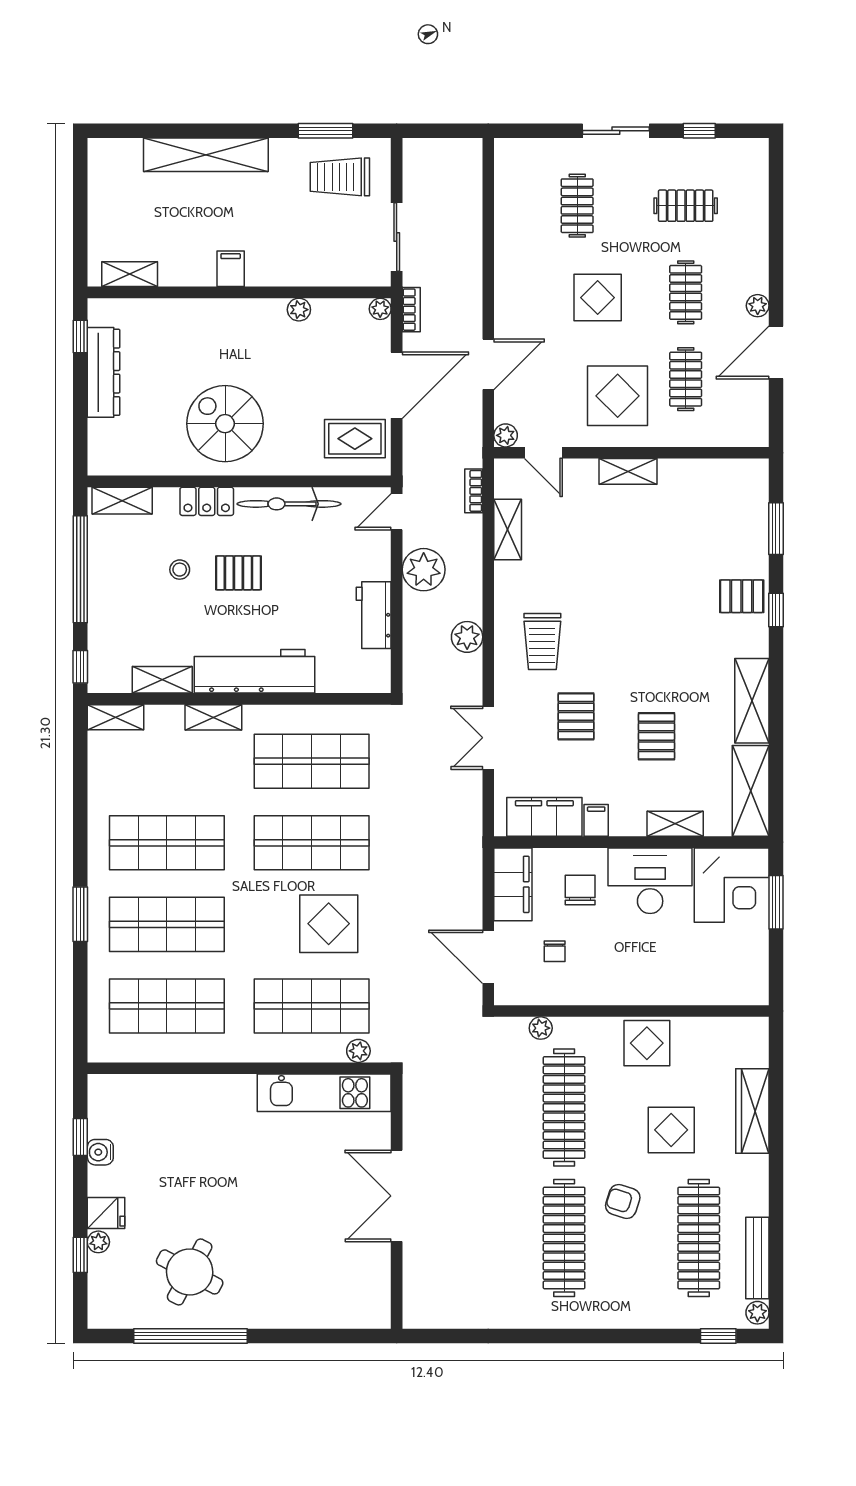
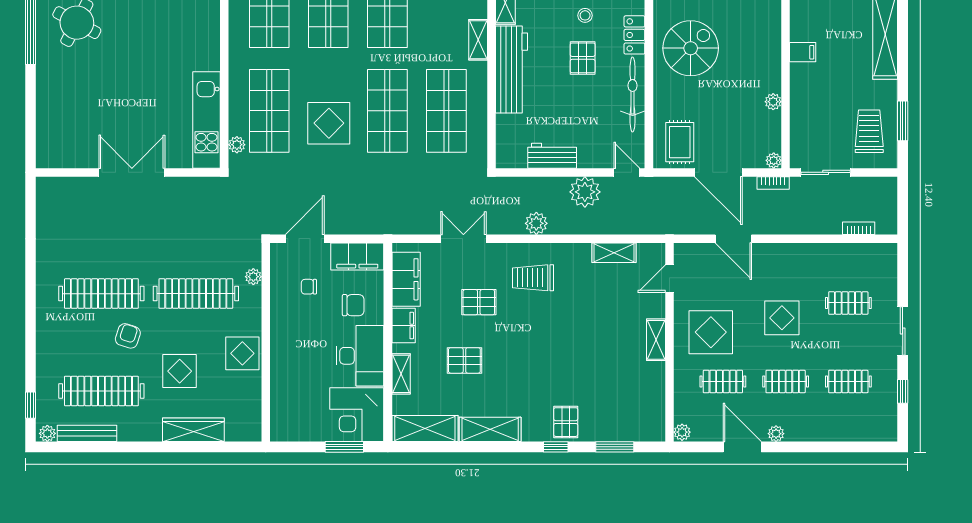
clothes rail: (686, 206) -> (848, 382), turned 90
plant: (506, 435) -> (682, 432), moved
bookcase: (474, 491) -> (859, 228), moved
filing cabinet: (596, 820) -> (404, 325), width x2.00

